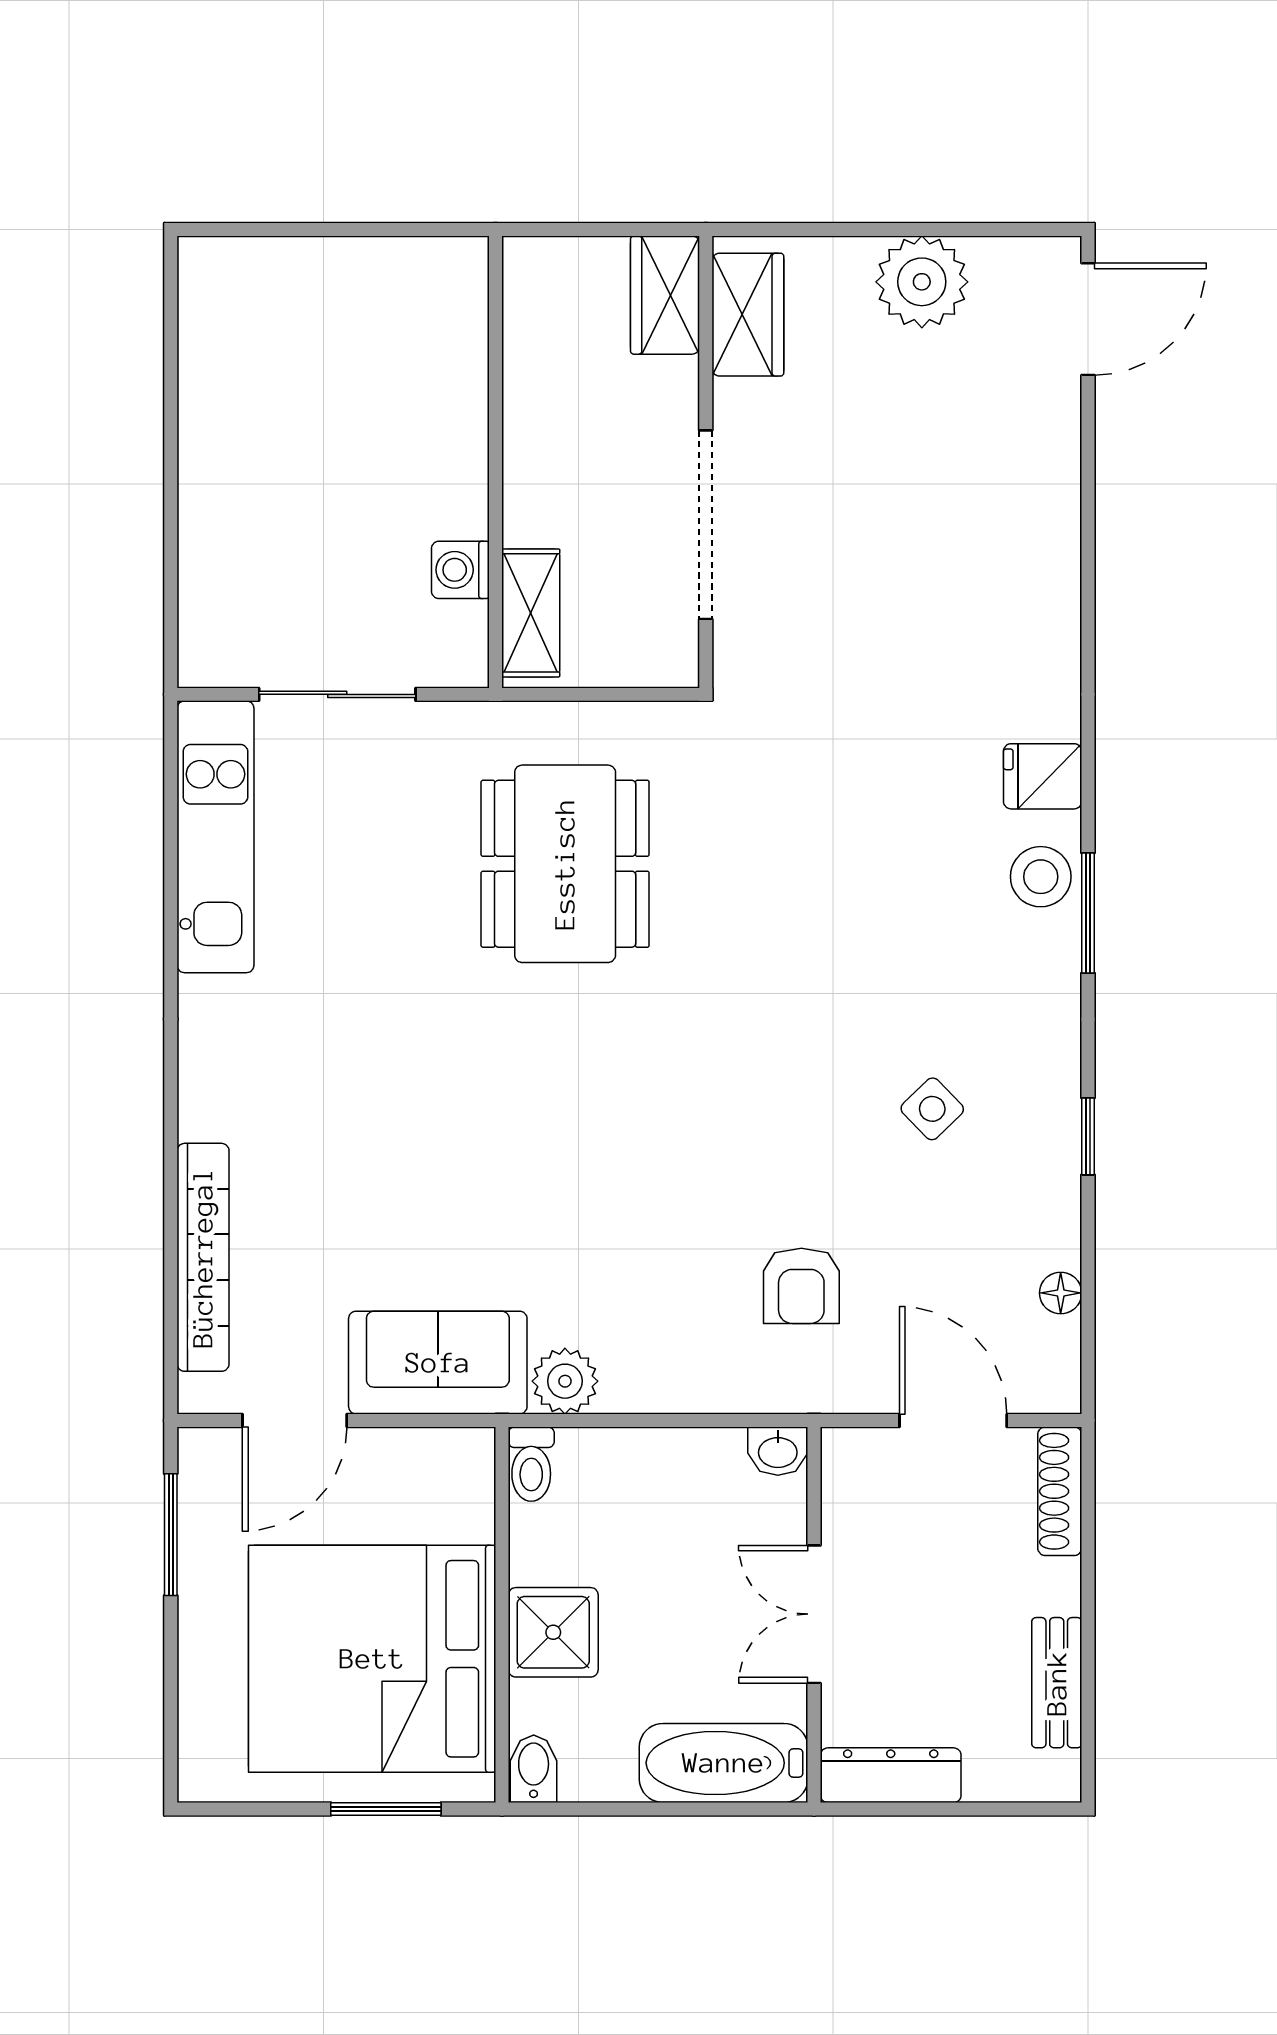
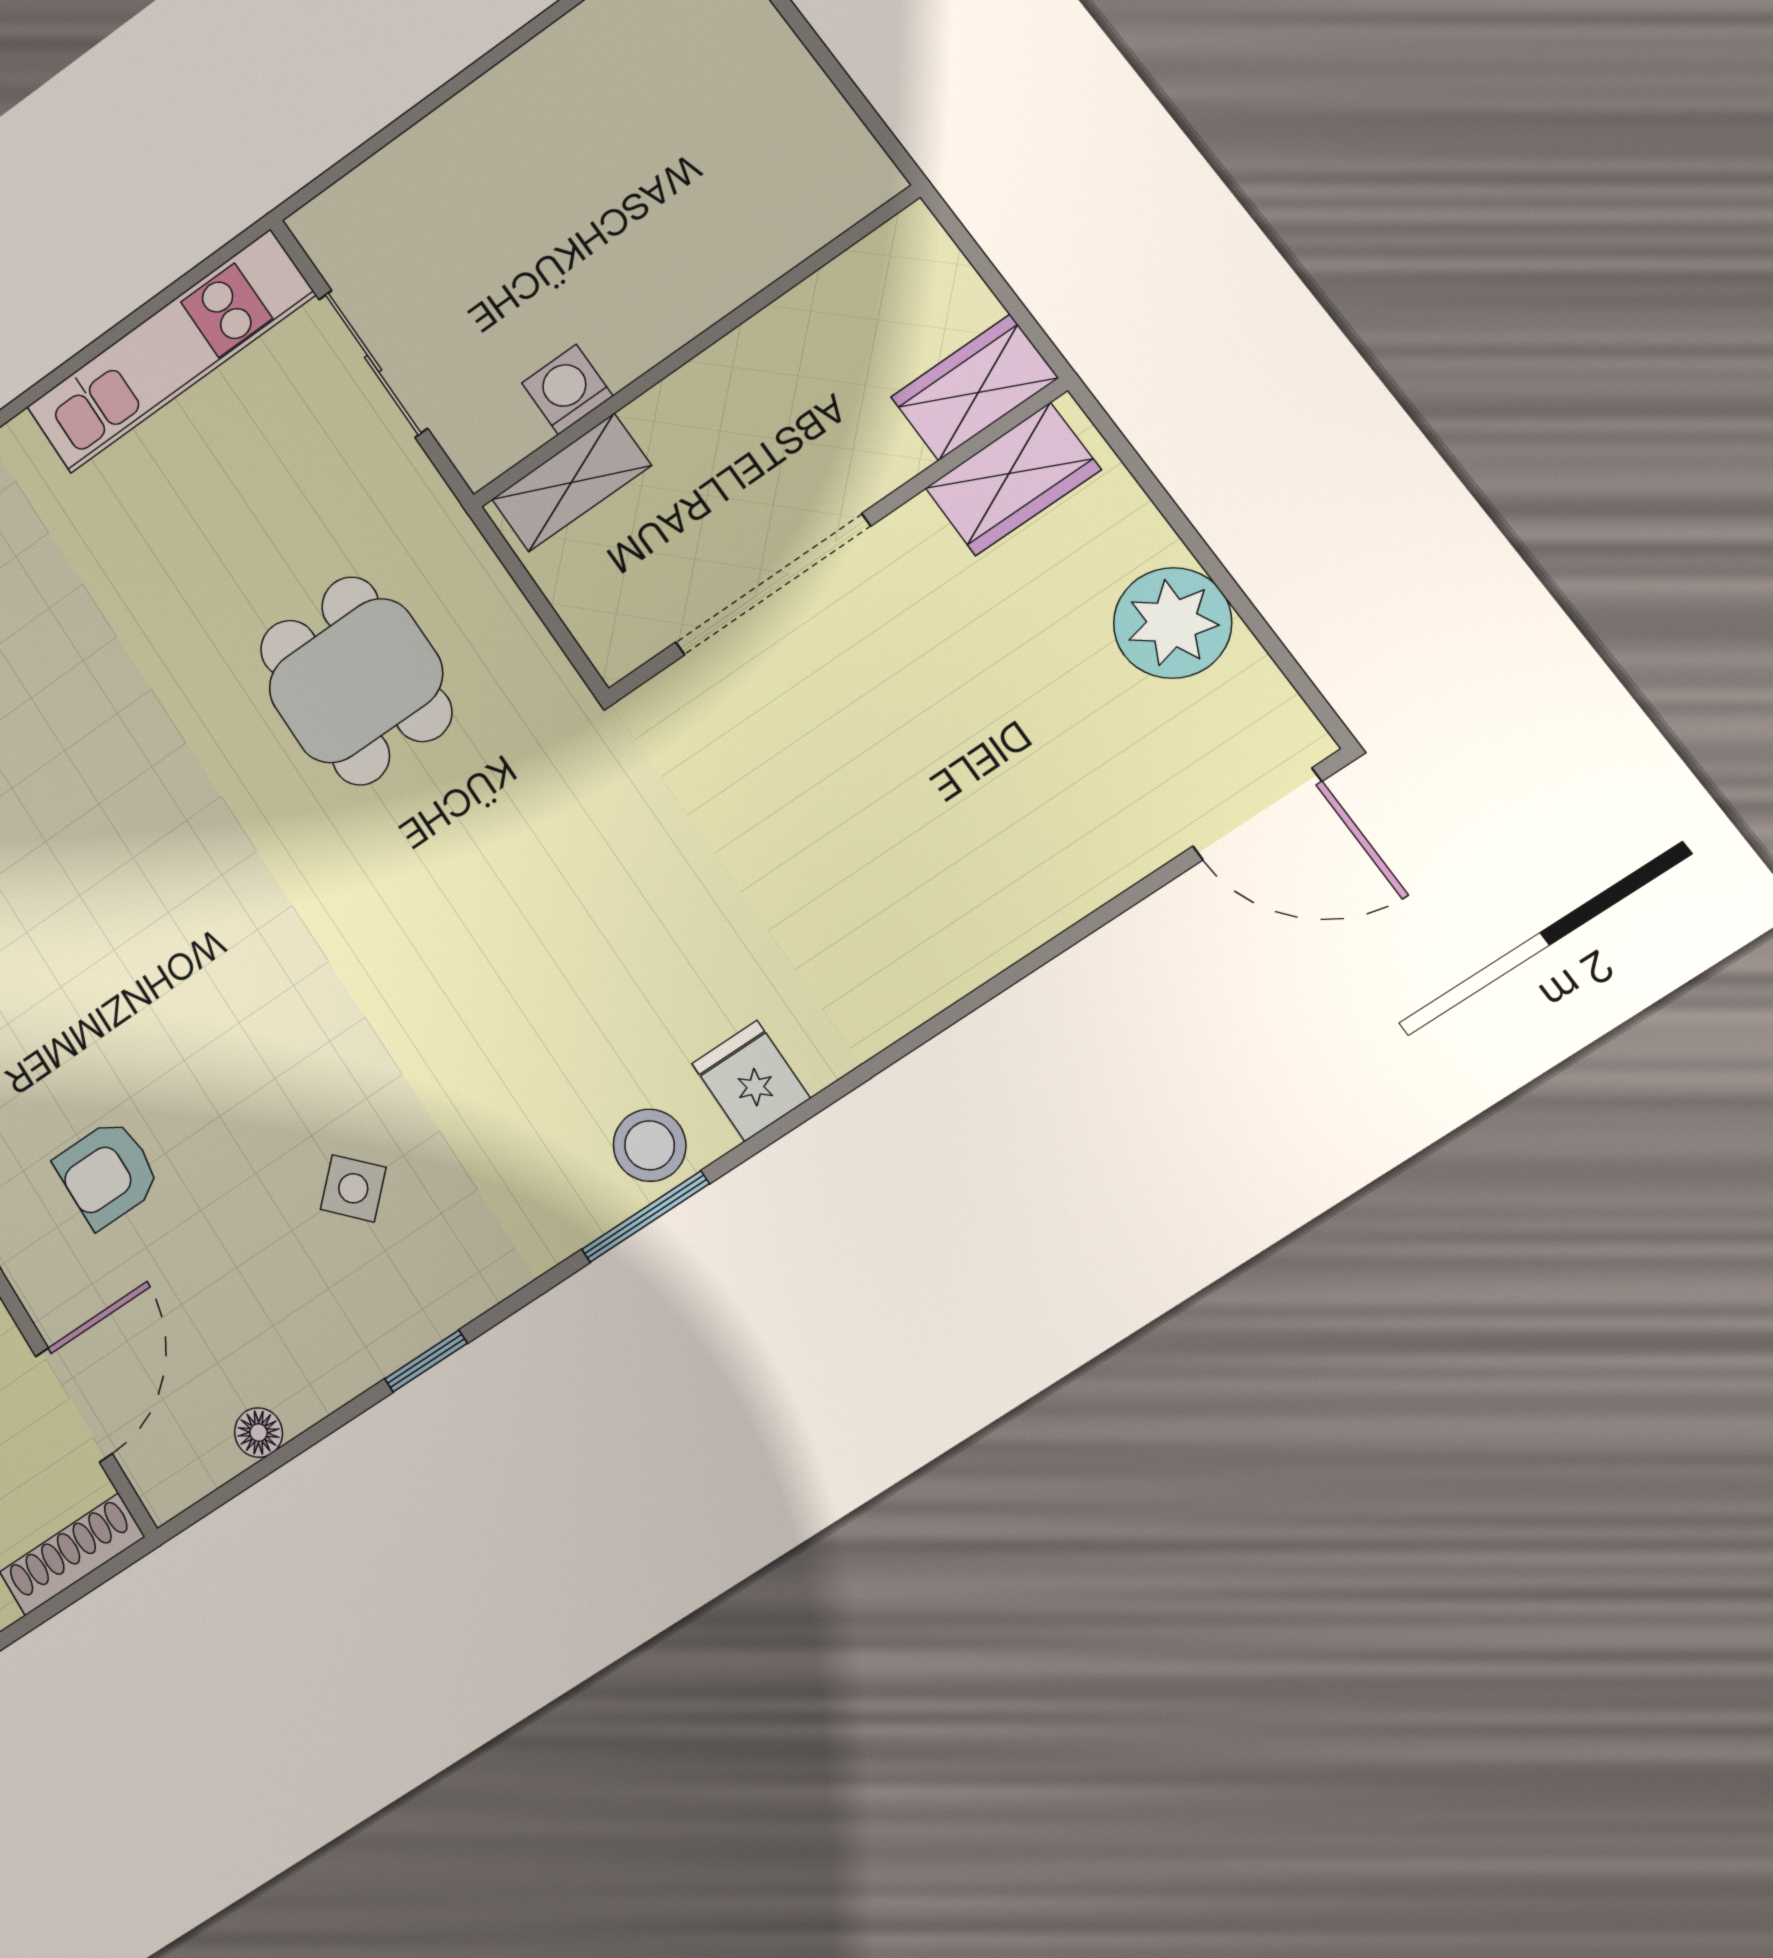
dining table: (565, 864) -> (356, 681), width x0.73

